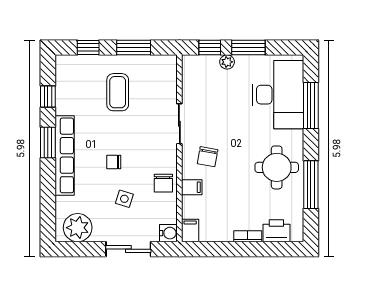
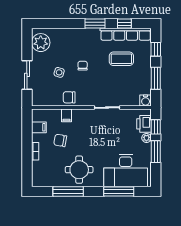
coffee table: (118, 92) -> (121, 59), moved
row of seats: (65, 155) -> (126, 34), moved
chair: (208, 157) -> (60, 140), moved
filing cabinet: (190, 230) -> (39, 127), moved
printer: (276, 231) -> (144, 124), moved, turned 180
water cooler: (168, 233) -> (146, 101), moved

